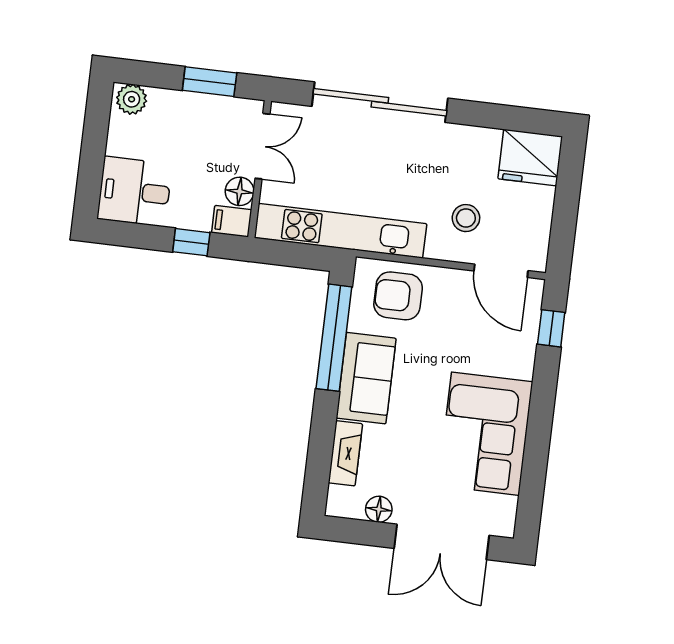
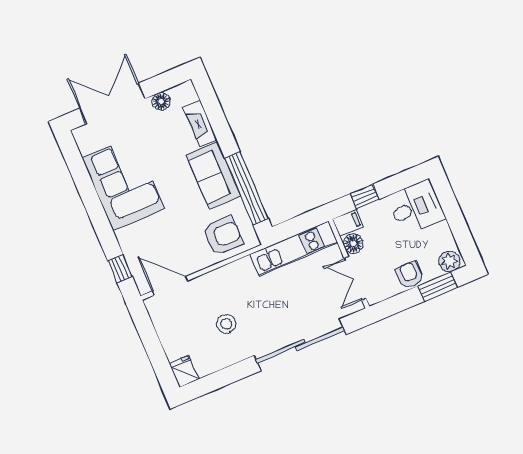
window: (210, 82) -> (438, 287), moved
armchair: (191, 111) -> (410, 275), added
fridge: (530, 158) -> (184, 371), width x0.53, depth x0.75
stool: (466, 218) -> (226, 324), moved
kitchen unit: (340, 231) -> (294, 249), width x0.73

